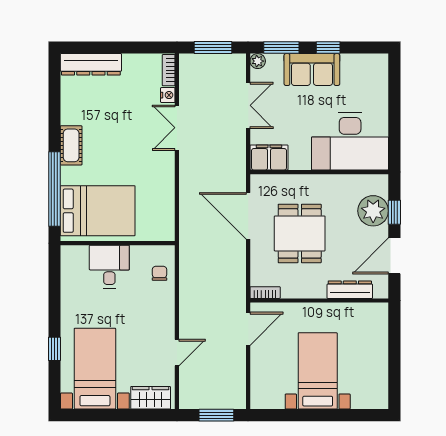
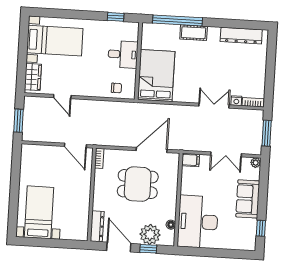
window: (281, 48) -> (264, 179), removed
window: (328, 48) -> (261, 228), moved
dresser: (91, 64) -> (241, 36), moved, turned -90
cot: (71, 145) -> (194, 33), moved
filing cabinet: (269, 157) -> (191, 160), width x0.50
floor lamp: (357, 181) -> (171, 225), added
bed: (98, 211) -> (156, 76), moved, turned 180
dresser: (350, 290) -> (97, 226), moved
window: (54, 349) -> (116, 17), moved
bed with nightstands: (318, 371) -> (39, 212), moved, turned -90

